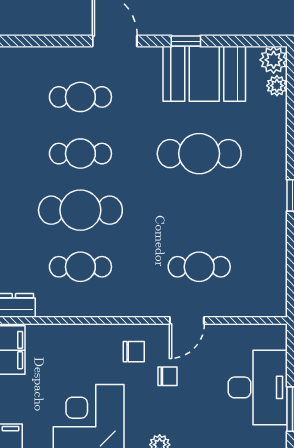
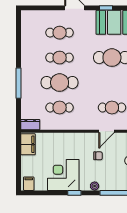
chair: (134, 352) -> (83, 145), removed

